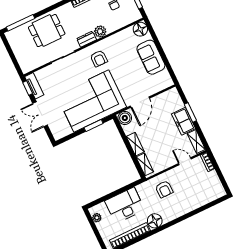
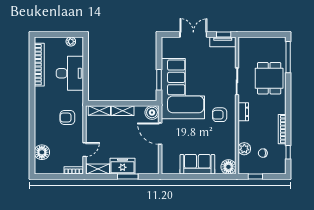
plant: (100, 31) -> (244, 149), moved
floor lamp: (155, 221) -> (42, 152), moved

